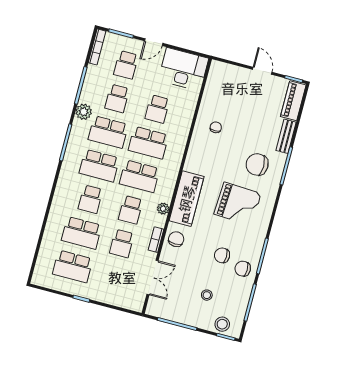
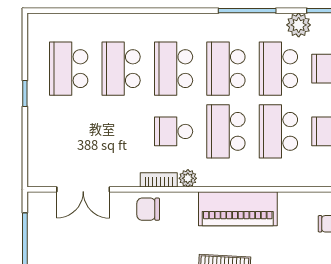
school desk: (90, 199) -> (174, 69), width x1.85
piano: (187, 199) -> (238, 209), moved
chair: (176, 239) -> (148, 209), turned 180
bookcase: (156, 240) -> (159, 180), moved
school desk: (122, 243) -> (121, 131), removed

